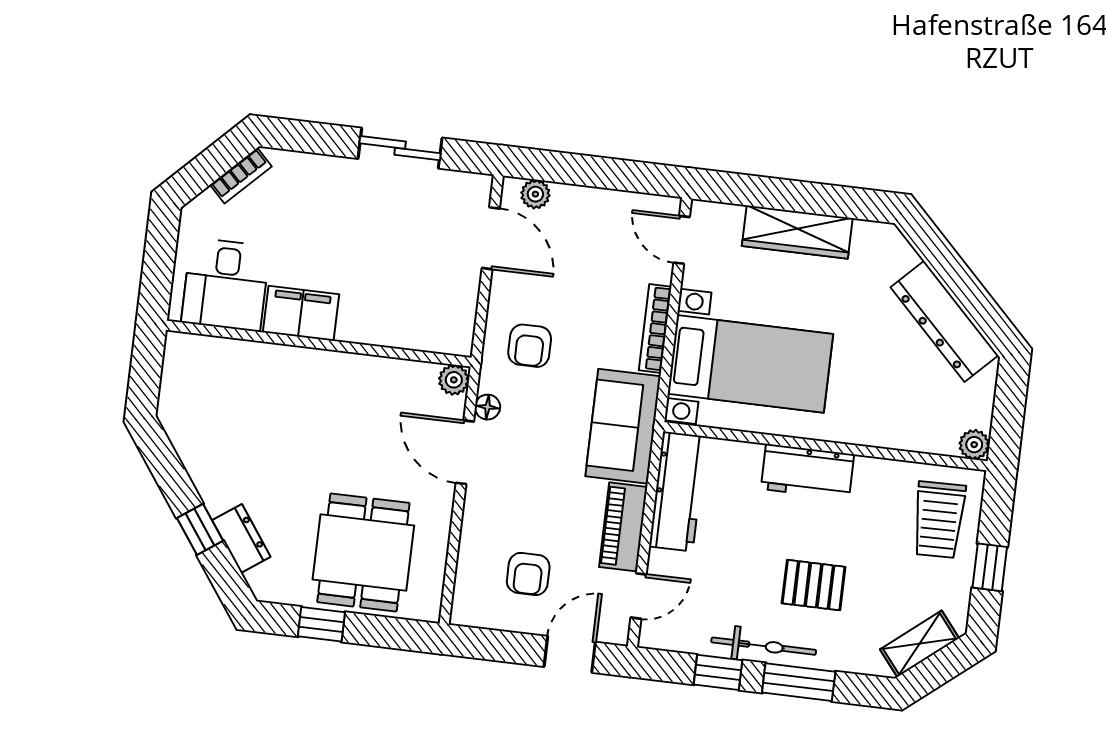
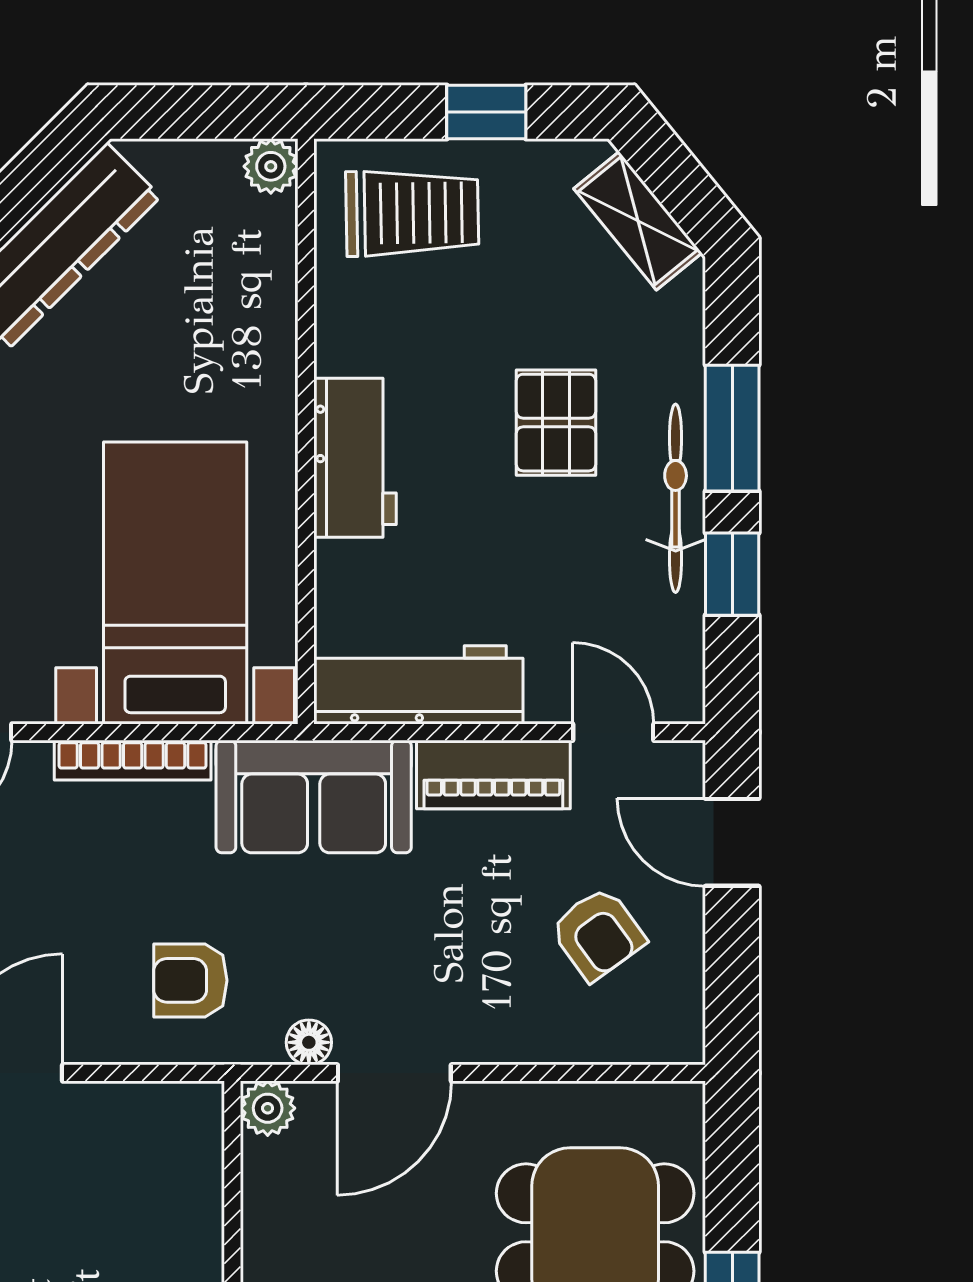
armchair: (530, 346) -> (190, 980), turned 180
armchair: (528, 574) -> (598, 934), turned 54

